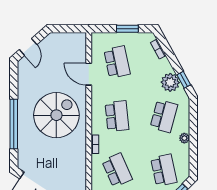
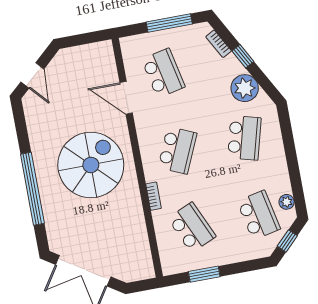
window: (127, 29) -> (169, 23), width x1.44
window: (184, 80) -> (243, 56), moved
school desk: (117, 116) -> (177, 150), turned 30
plant: (184, 138) -> (287, 202), moved

